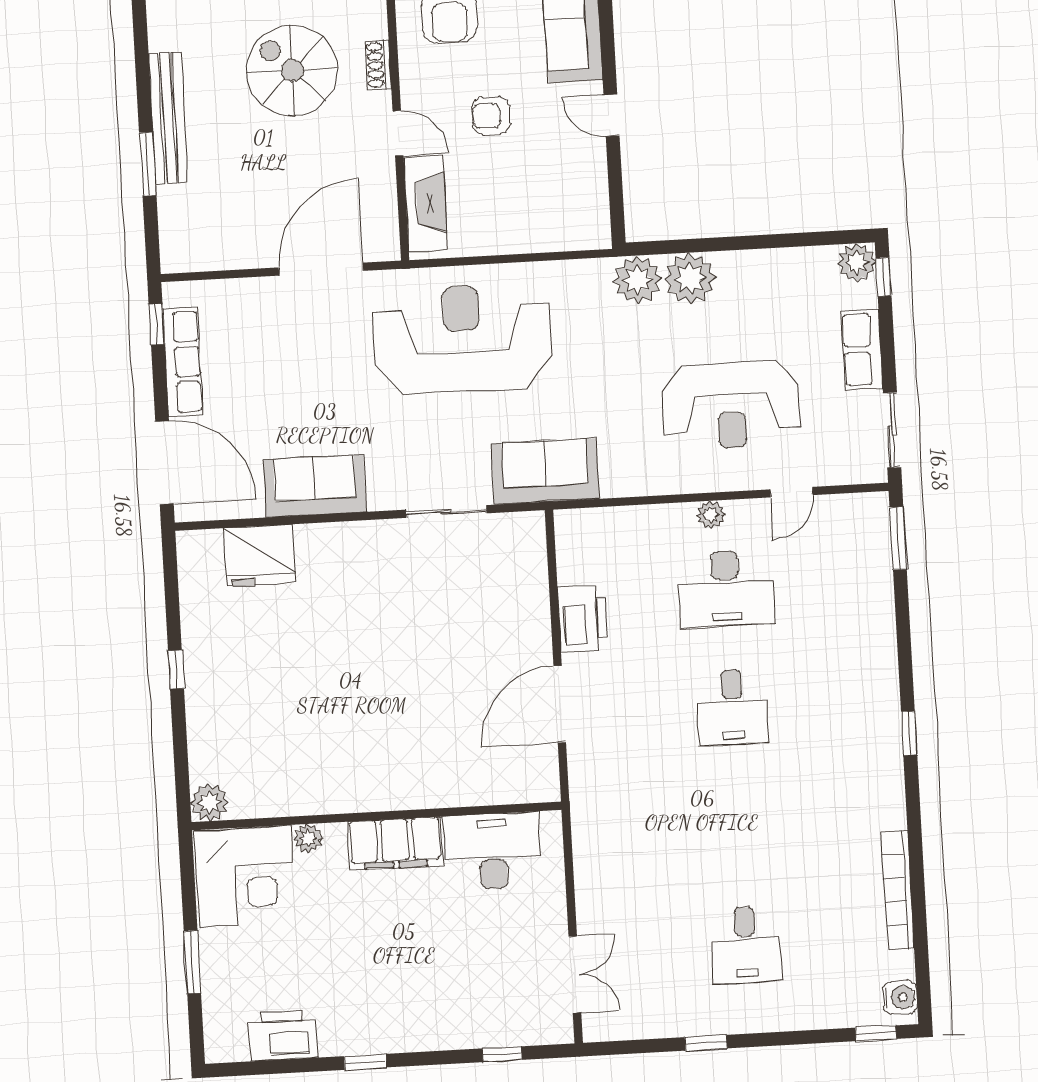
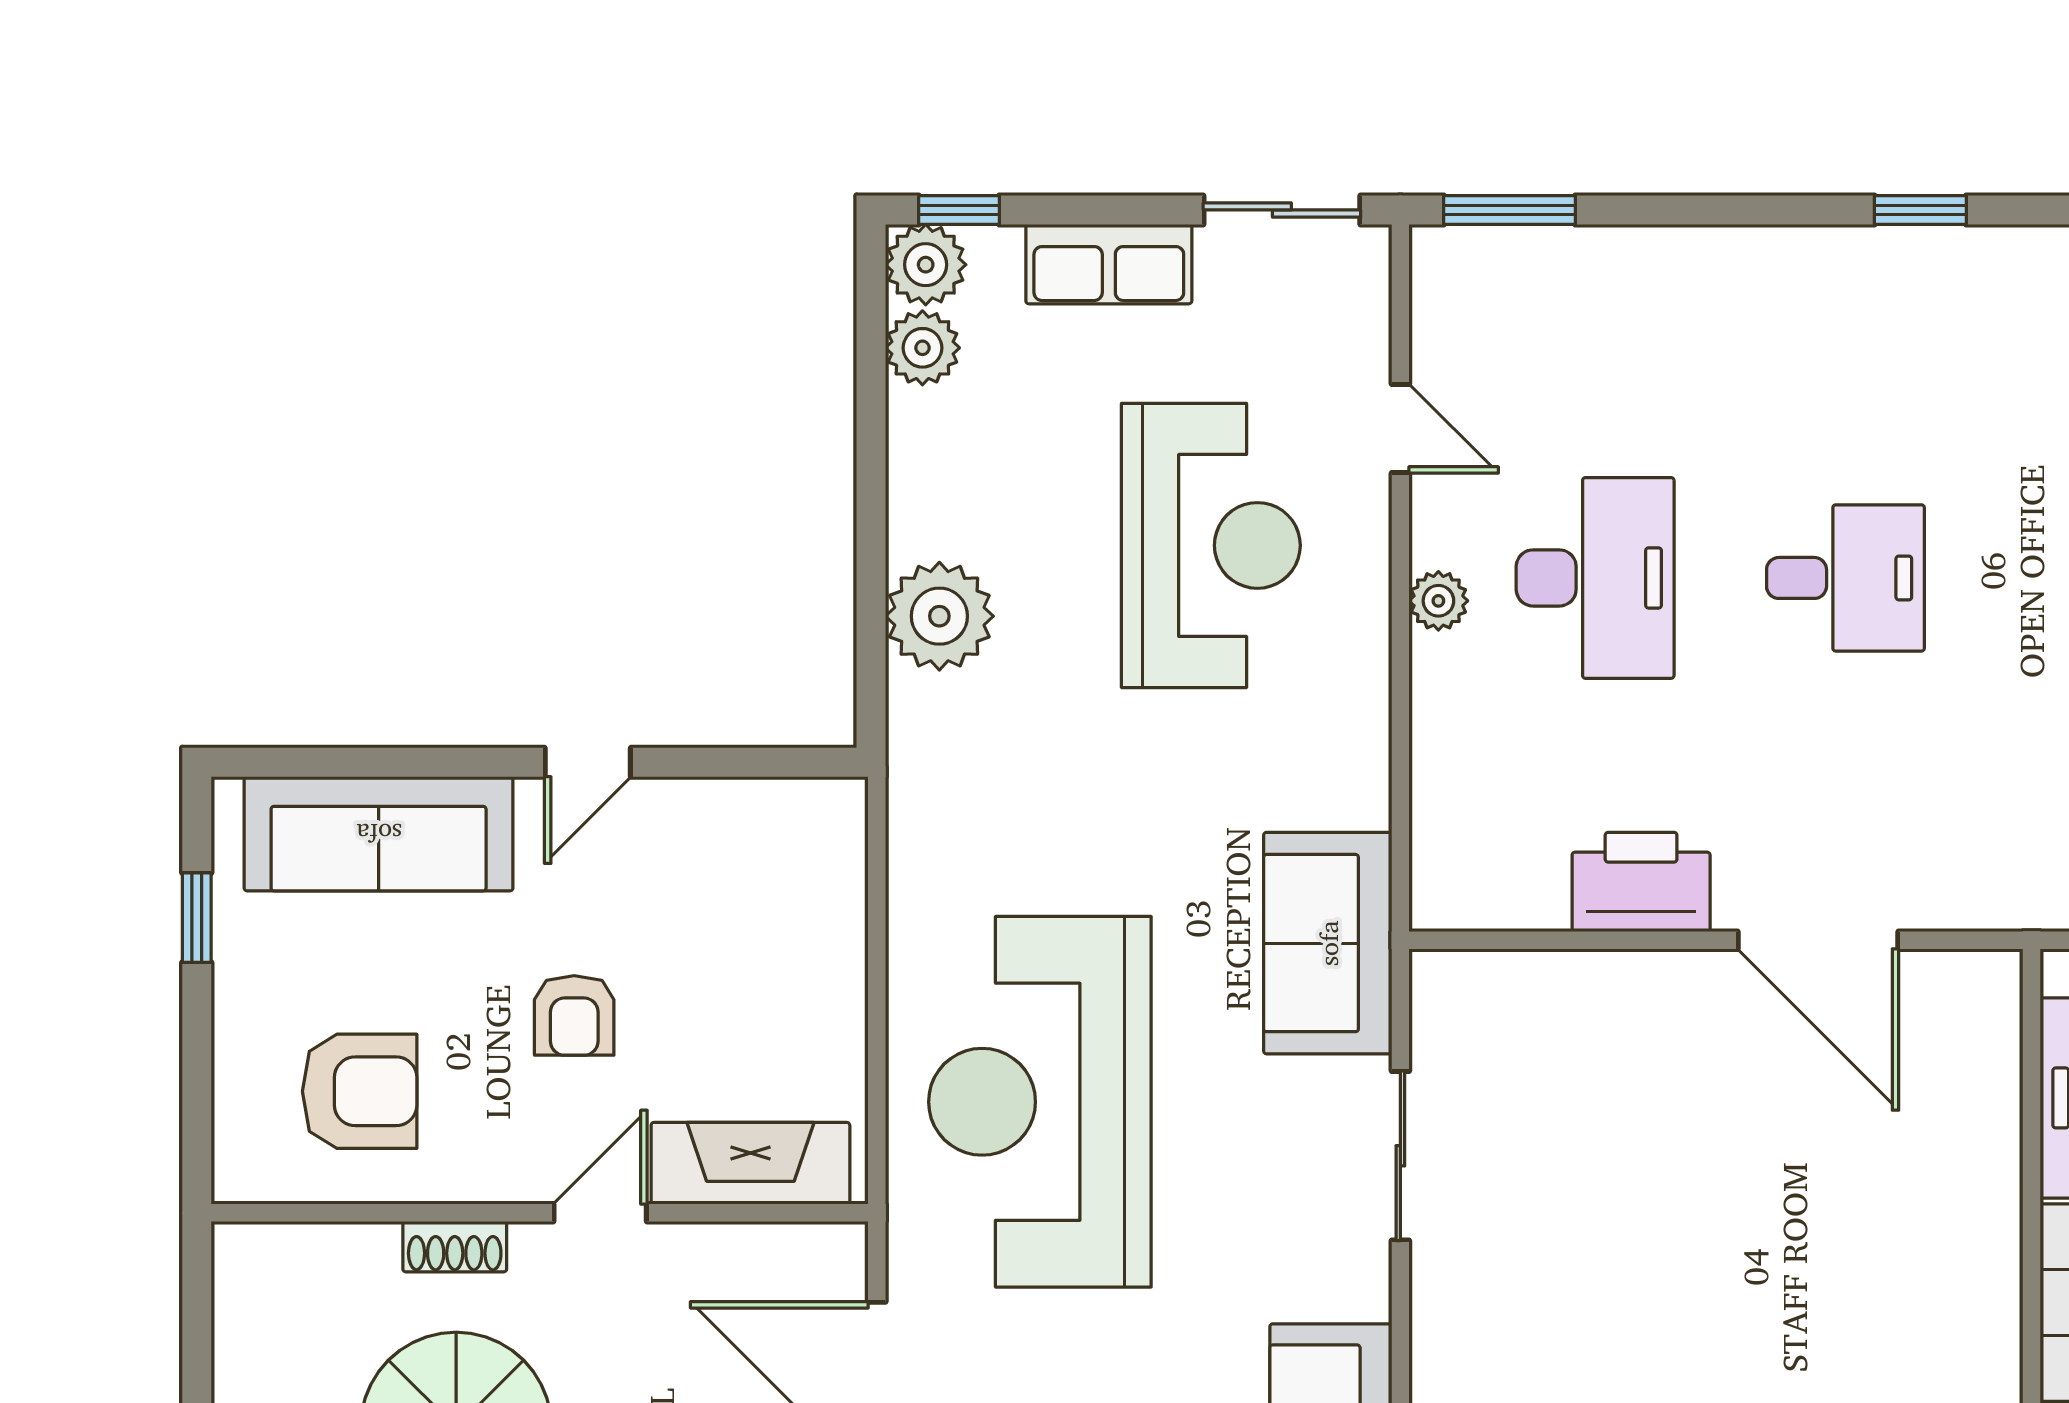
plant: (638, 280) -> (922, 348), moved, width x0.73, depth x0.73

